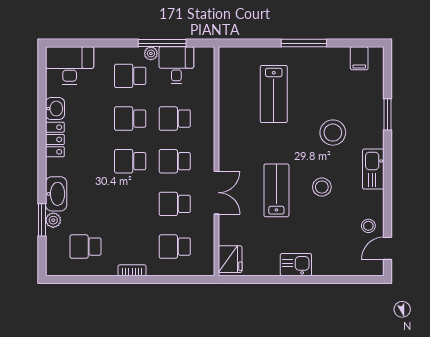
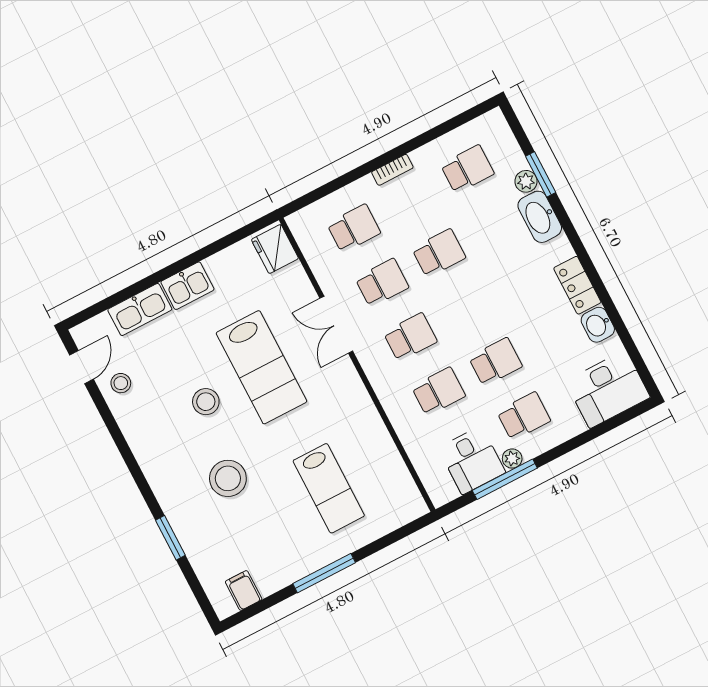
lab bench: (274, 94) -> (329, 488), turned 180
school desk: (130, 161) -> (439, 253), moved
kitchen sink: (373, 169) -> (140, 309), moved, turned 90
lab bench: (276, 190) -> (261, 367), width x1.36, depth x1.39

